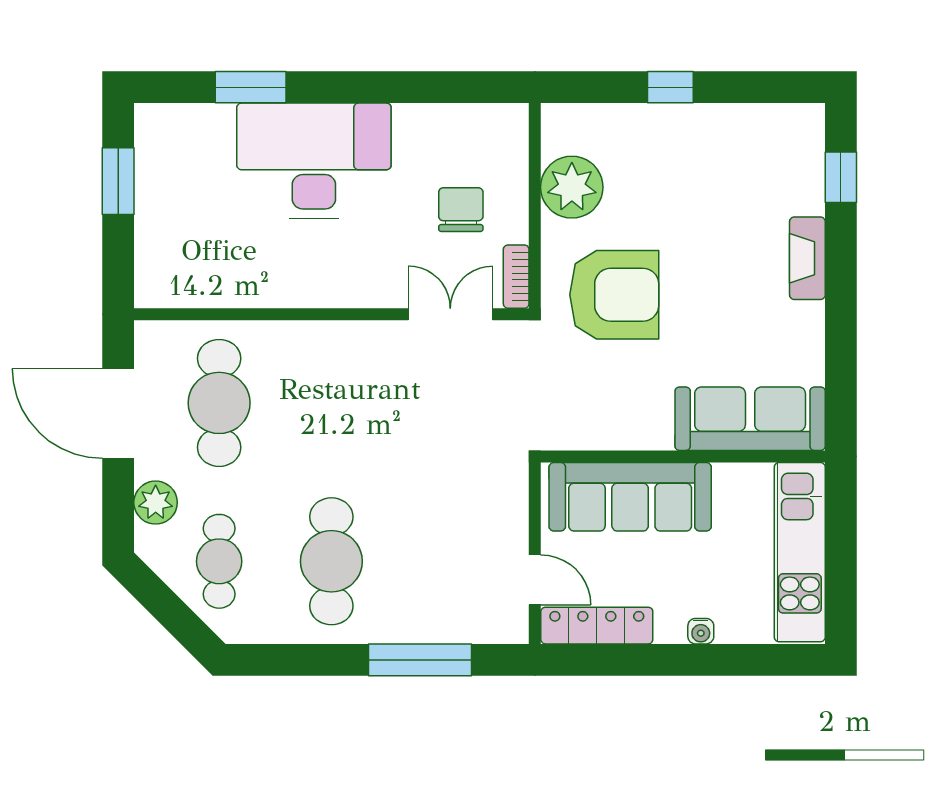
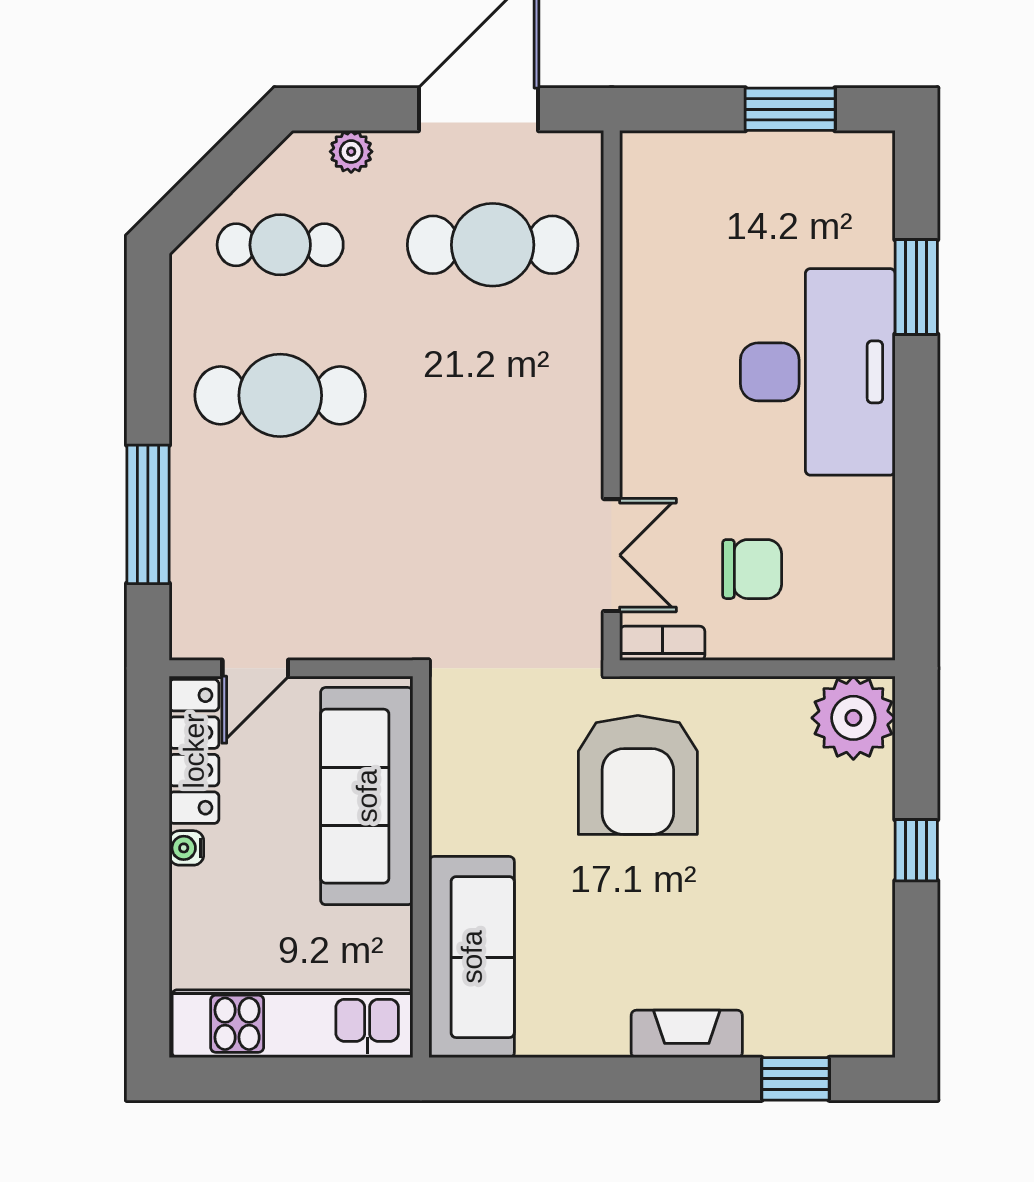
plant: (572, 187) -> (853, 718), moved
plant: (156, 503) -> (351, 152), width x0.73, depth x0.73
water cooler: (701, 631) -> (186, 848), moved

